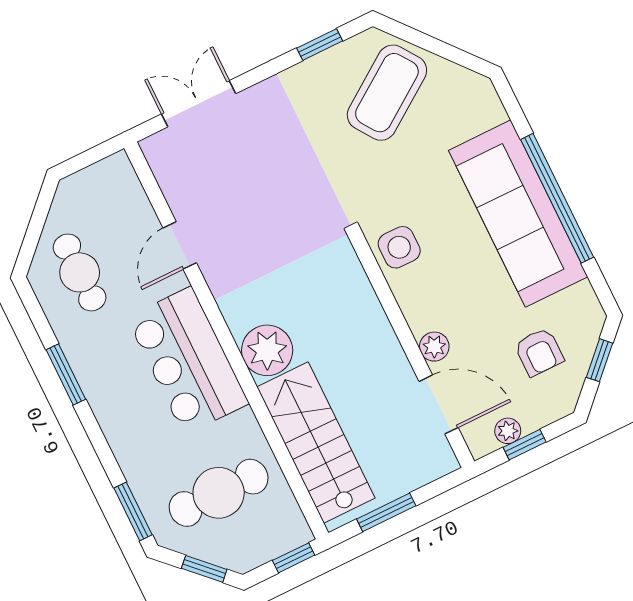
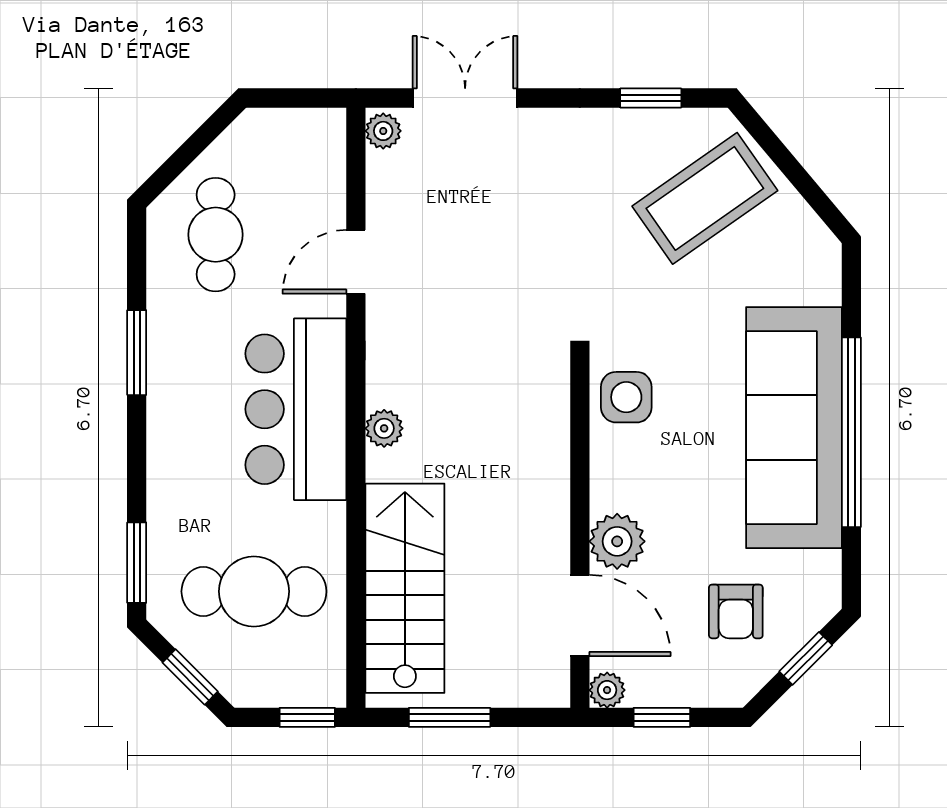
plant: (156, 151) -> (383, 131), added
plant: (434, 347) -> (617, 541), width x1.38, depth x1.38
plant: (267, 350) -> (384, 428), width x0.53, depth x0.53
plant: (508, 431) -> (607, 690), moved

